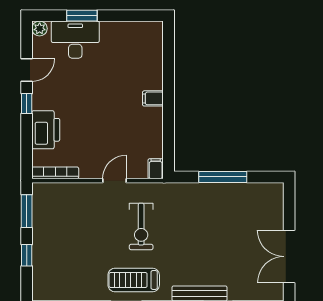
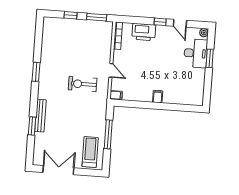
treadmill: (134, 280) -> (90, 152), moved

